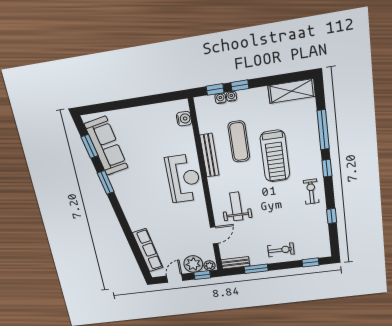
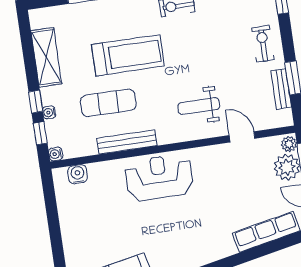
shelving: (292, 91) -> (46, 57), moved
water cooler: (220, 98) -> (56, 154), moved
bench: (235, 263) -> (281, 89), moved

